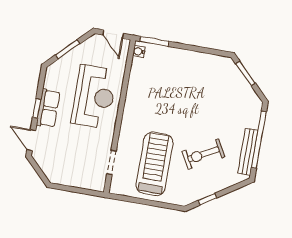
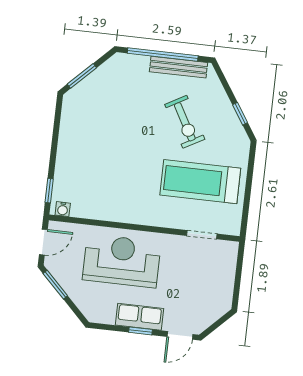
window: (154, 41) -> (49, 191), width x0.67
window: (68, 49) -> (55, 285), moved

